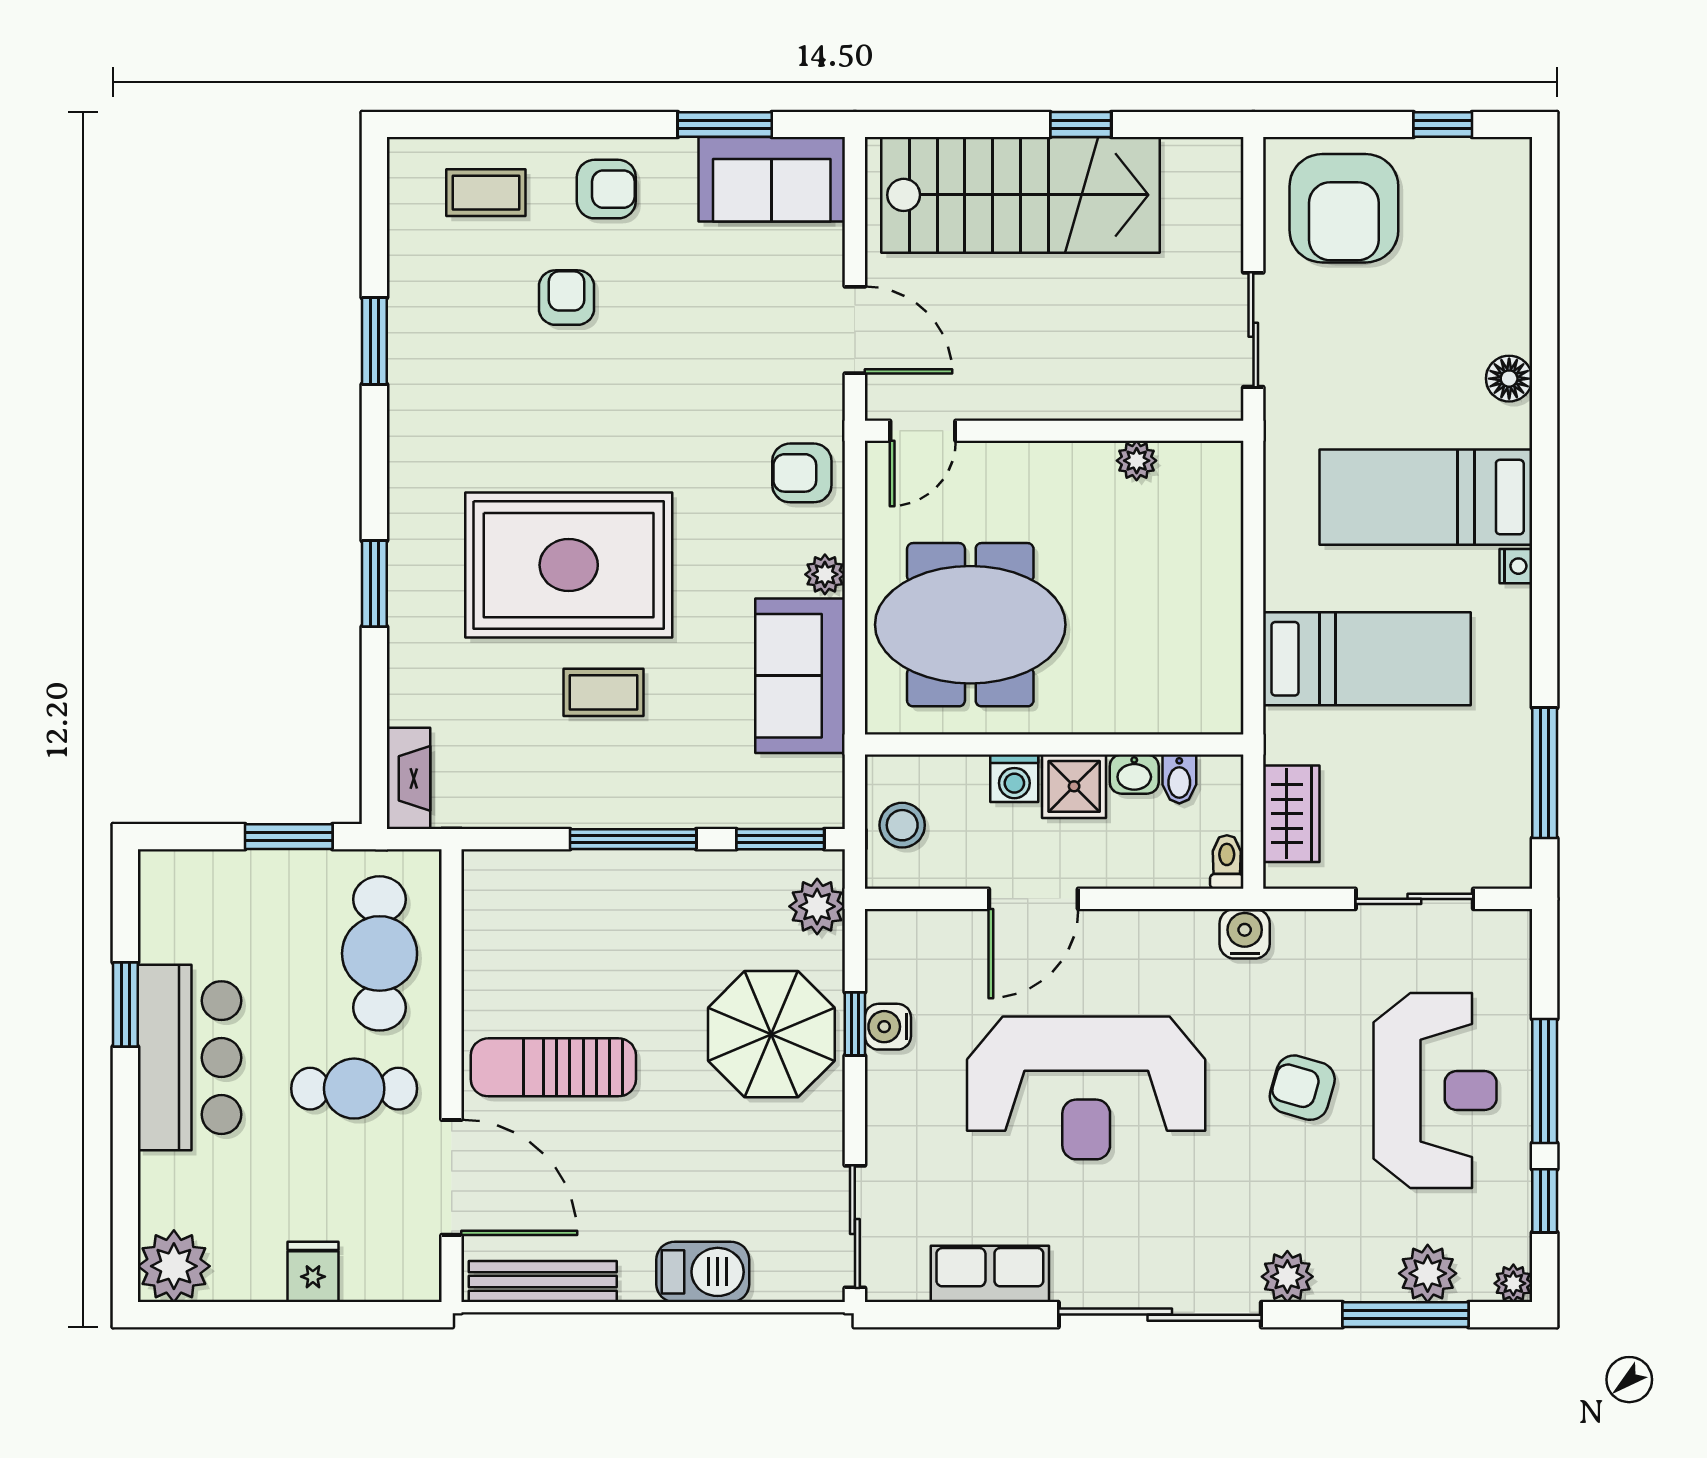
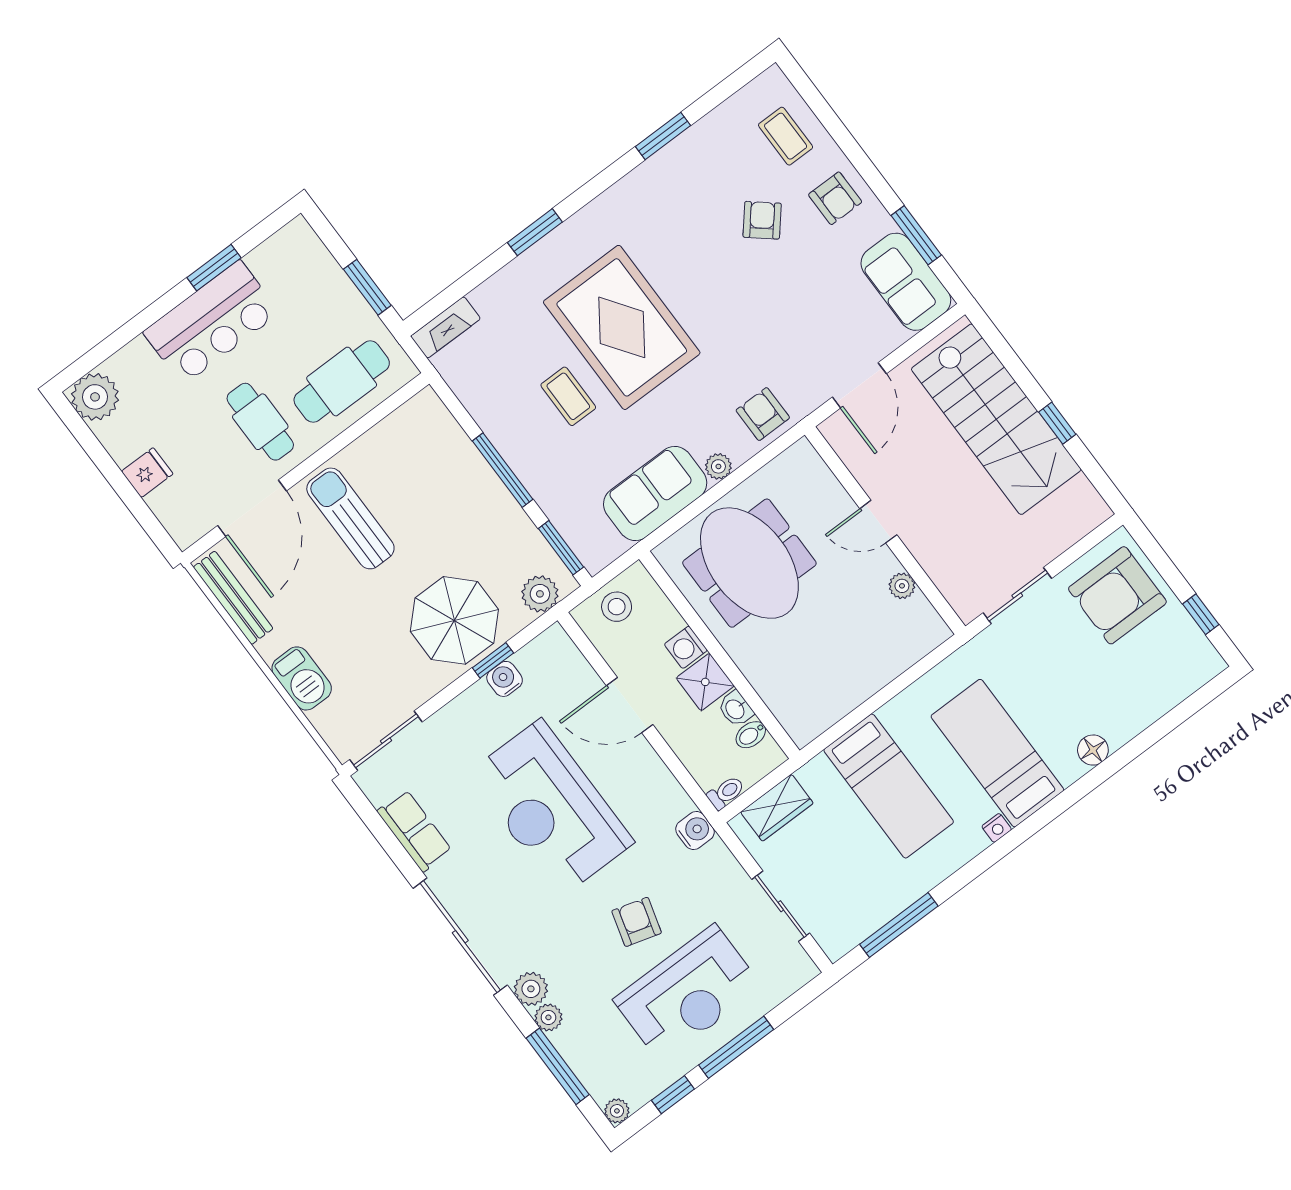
armchair: (566, 298) -> (762, 220), turned -50
door: (923, 431) -> (878, 522), moved
plant: (1428, 1273) -> (548, 1017), moved, width x0.73, depth x0.73

